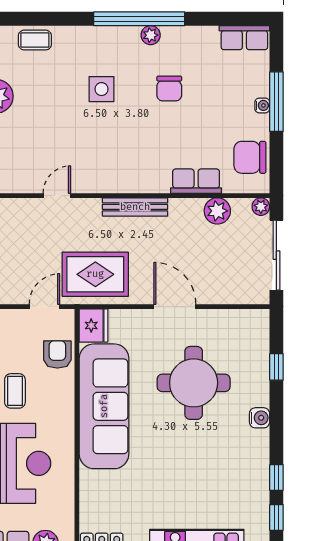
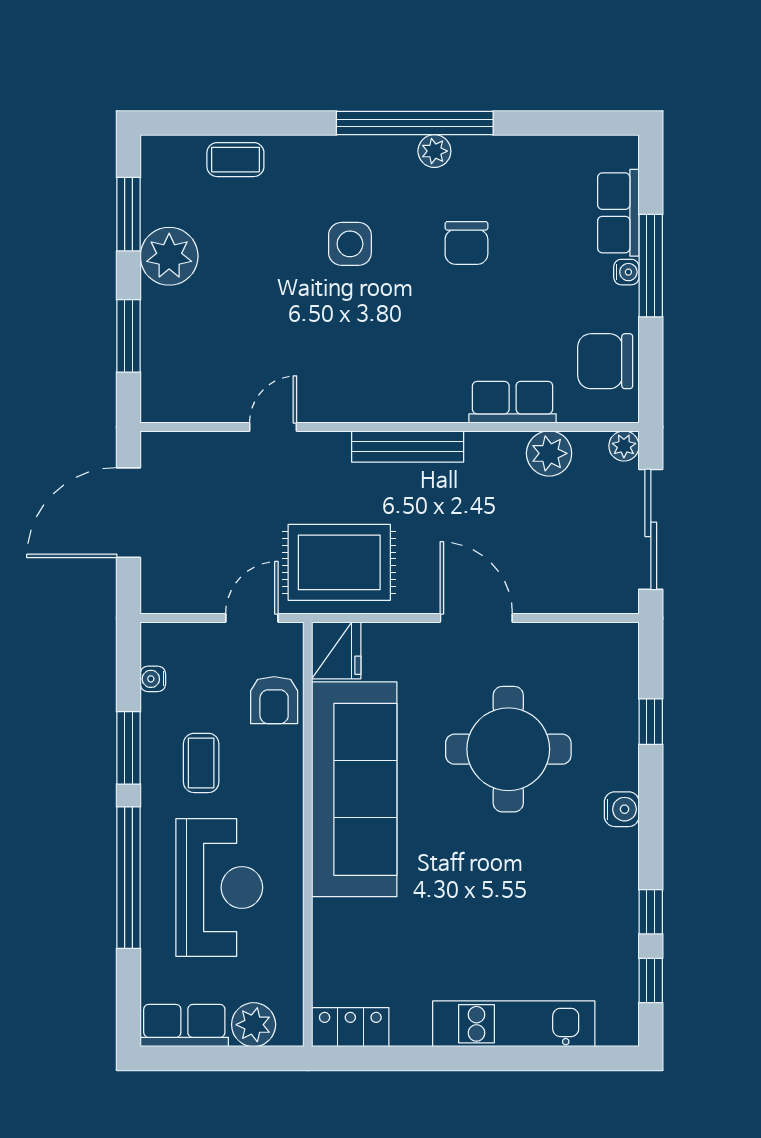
row of seats: (244, 38) -> (618, 213), moved, turned 90
armchair: (57, 354) -> (274, 700), turned 180

